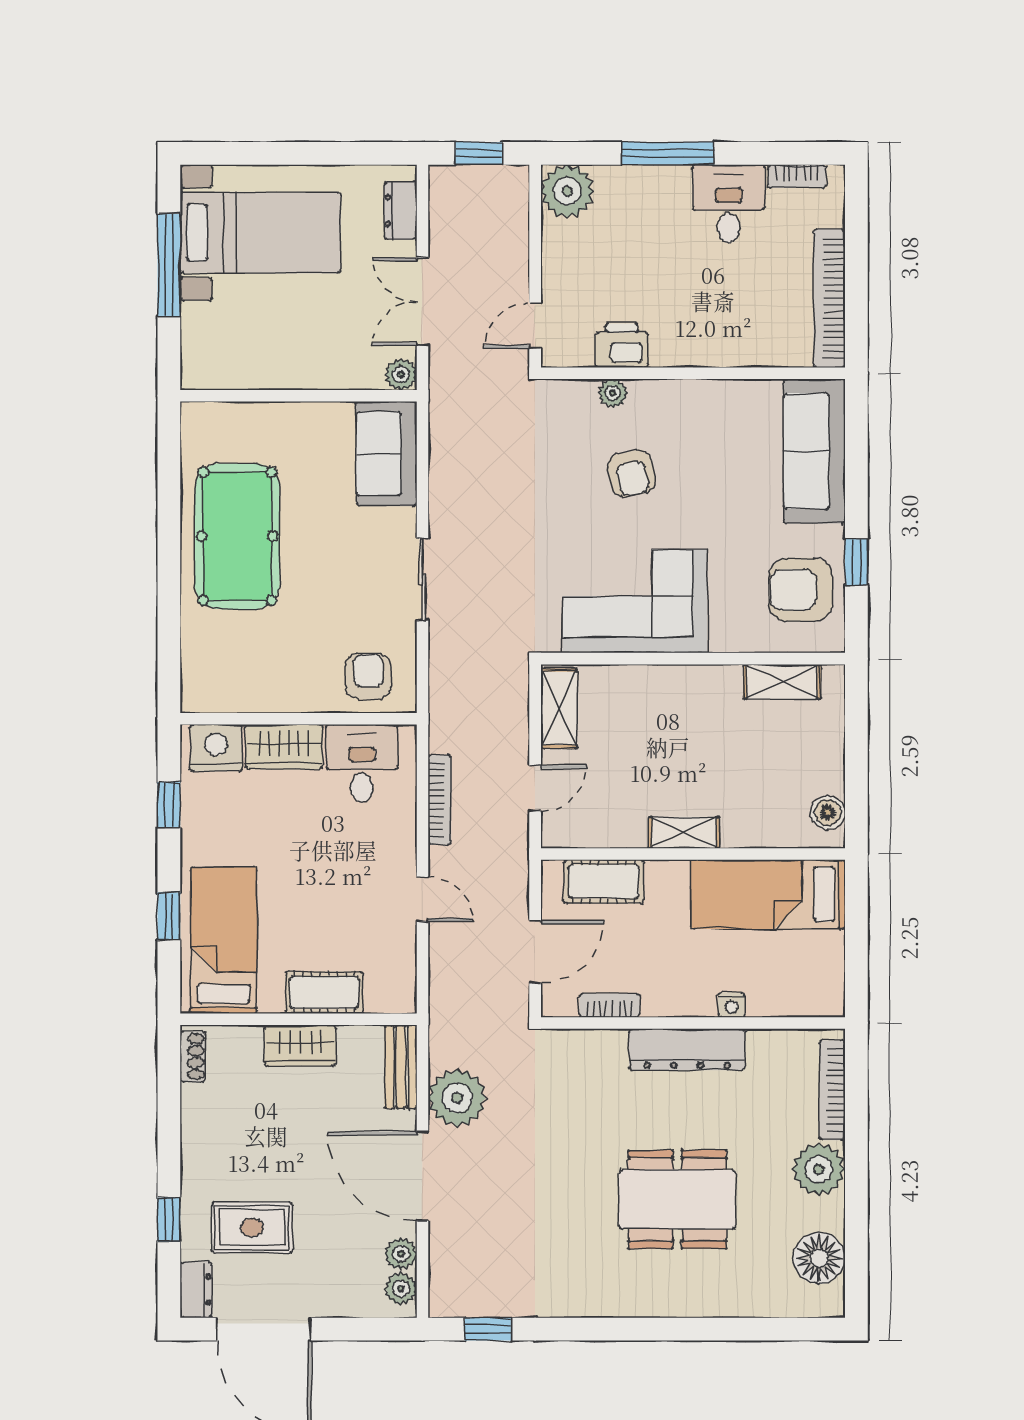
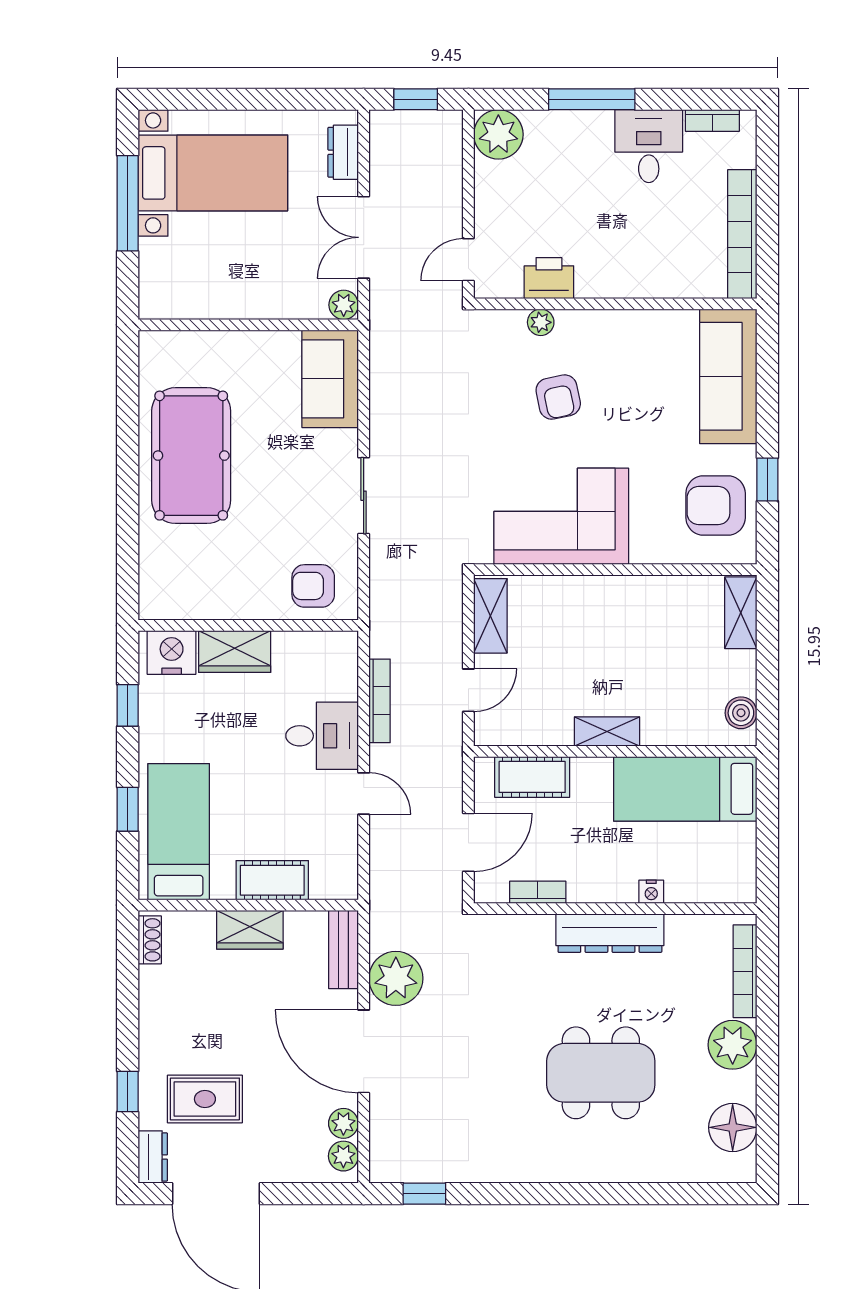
armchair: (368, 676) -> (313, 586), turned -90
shelving: (782, 682) -> (741, 613), moved, turned 90
desk: (362, 763) -> (322, 736), moved, turned 90

